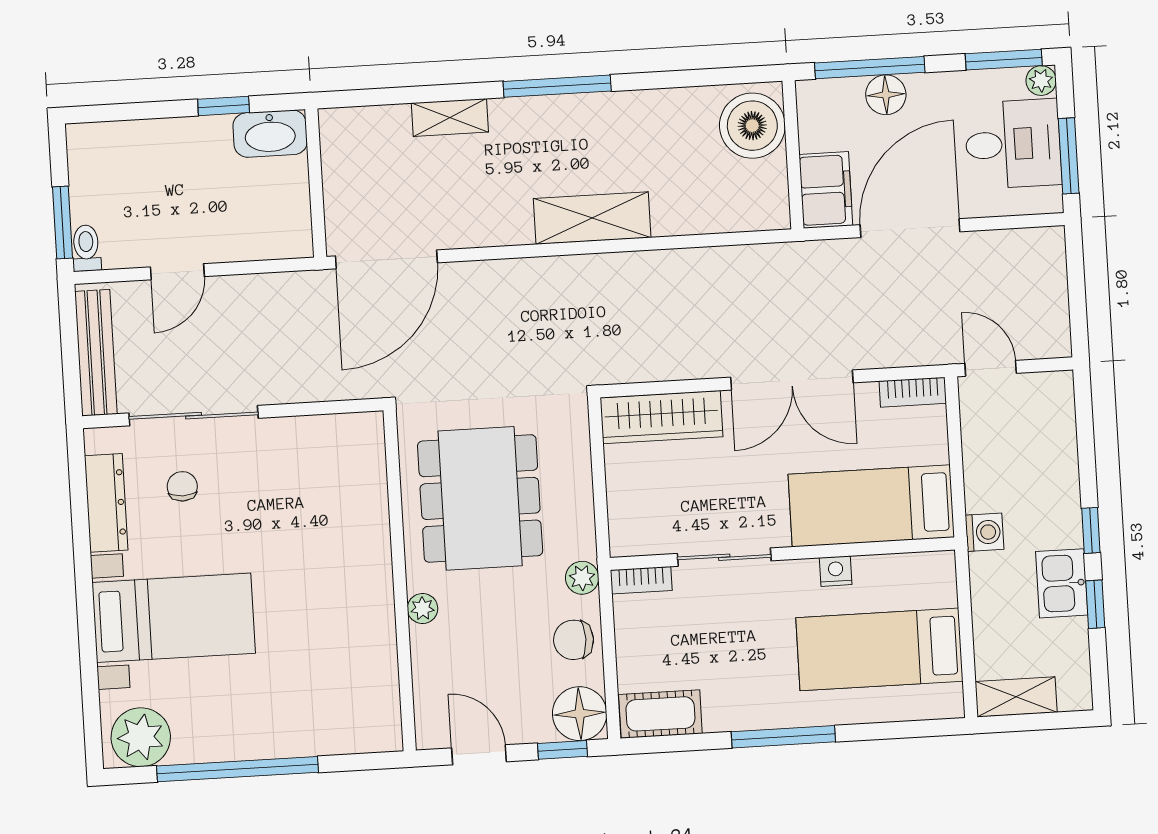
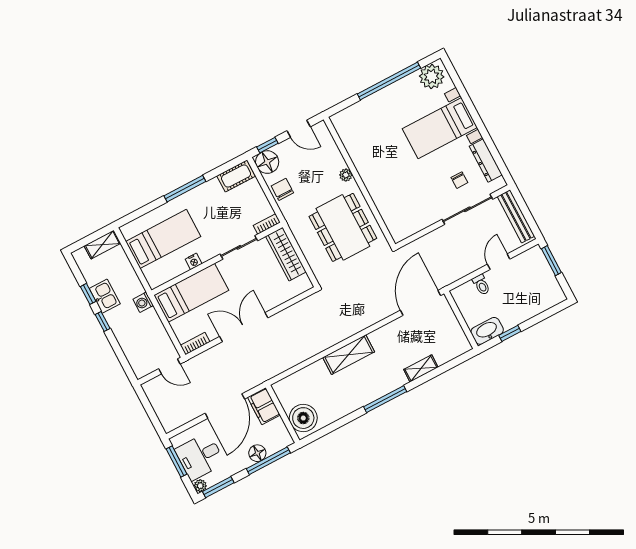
toilet: (86, 248) -> (481, 285), moved
wardrobe: (661, 417) -> (286, 254), moved, turned -90
plant: (582, 578) -> (290, 215), removed
chair: (574, 640) -> (282, 189), turned -90

